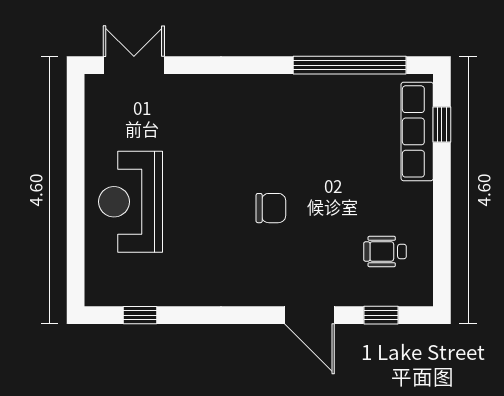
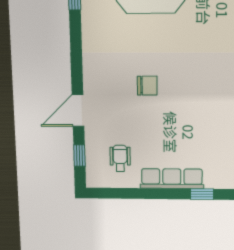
row of seats: (417, 131) -> (172, 179), moved
chair: (271, 208) -> (147, 86), turned -90

